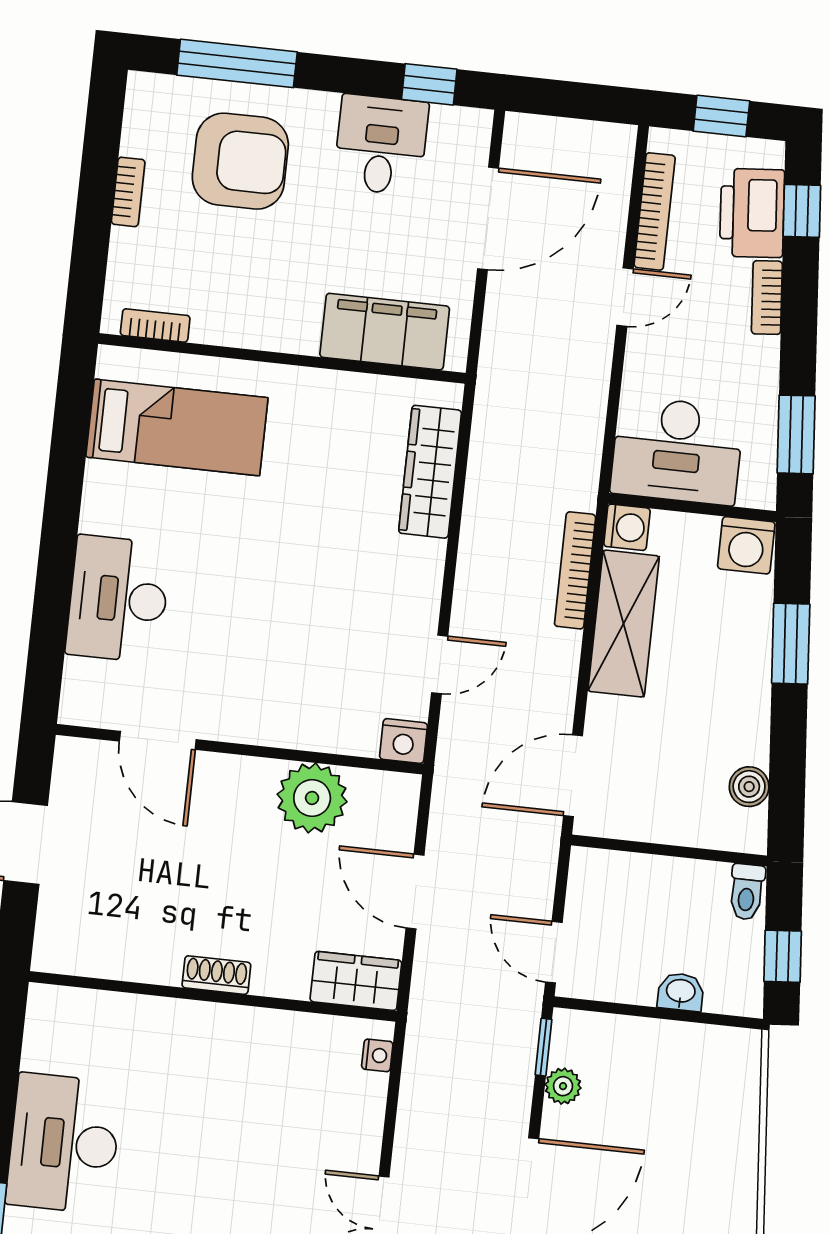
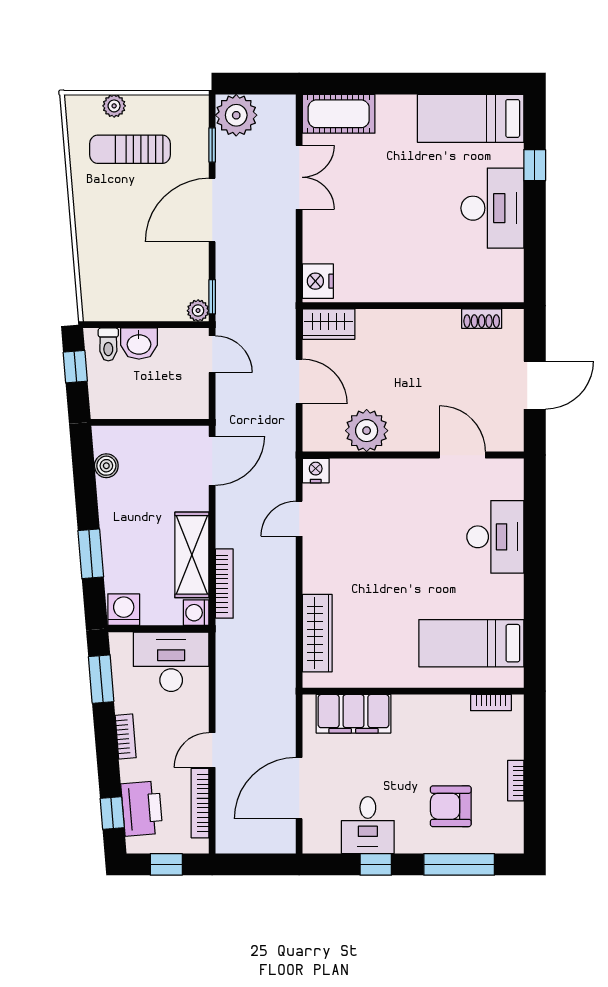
window: (429, 84) -> (376, 864), moved
armchair: (240, 161) -> (451, 806), width x0.73, depth x0.73
bookcase: (767, 298) -> (126, 736), moved
toilet: (747, 892) -> (108, 344), moved, turned 180
shoe rack: (216, 975) -> (482, 319), moved
washbasin: (681, 992) -> (139, 344), width x1.38, depth x1.45
nightstand: (377, 1055) -> (318, 281), width x1.89, depth x1.79
plant: (563, 1086) -> (198, 311), moved

